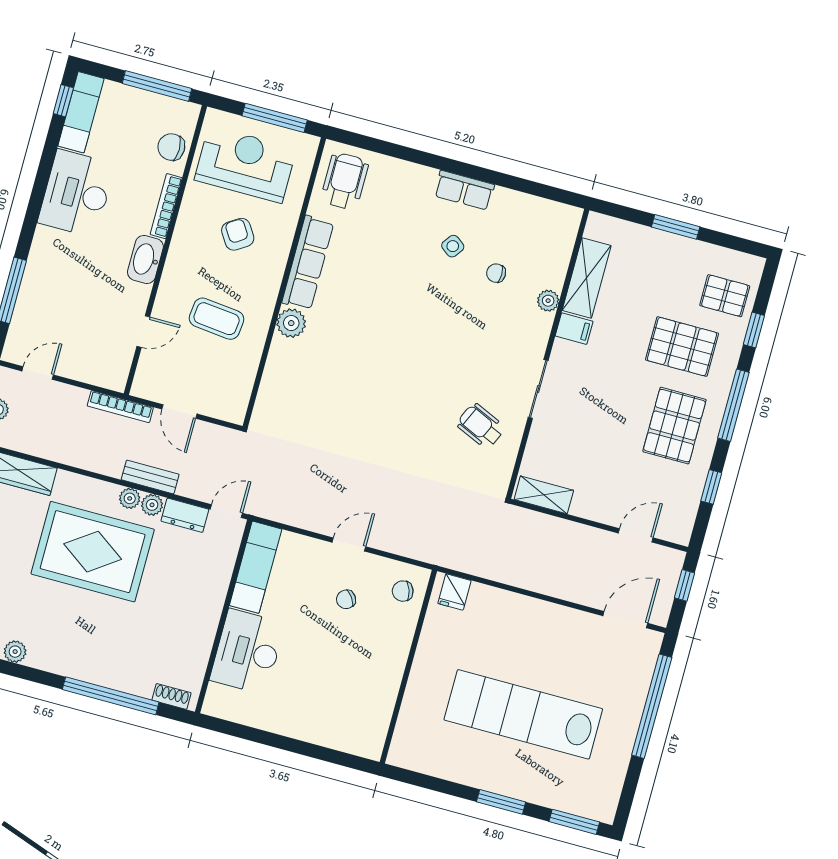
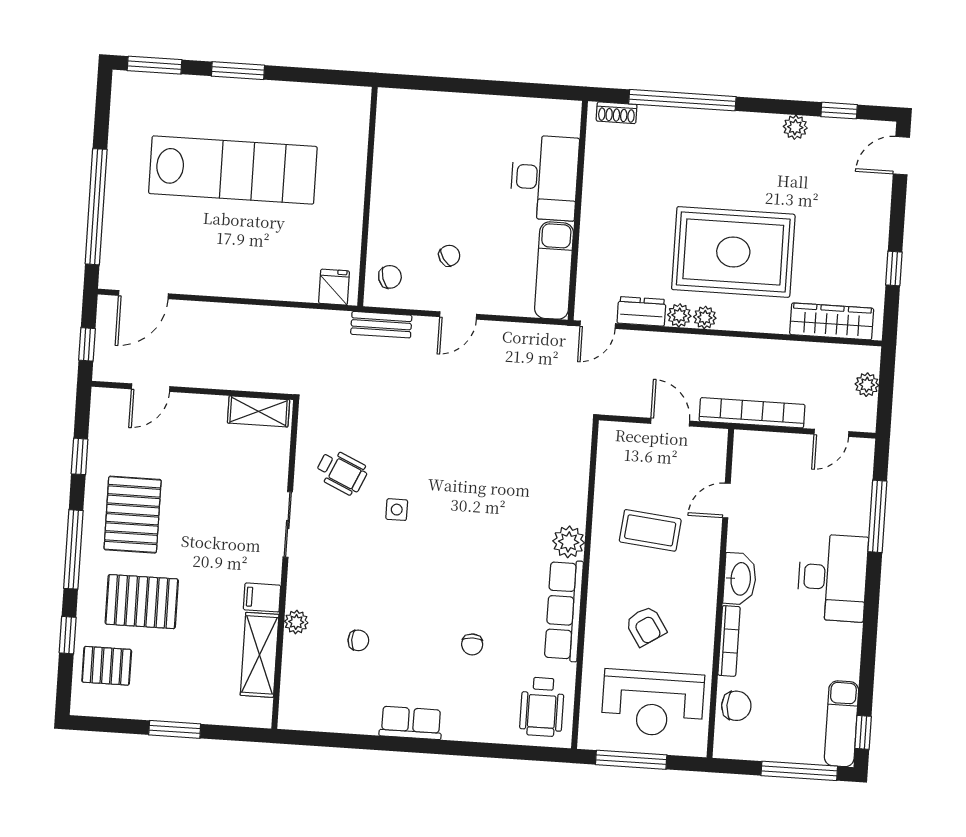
window: (157, 86) -> (799, 771), moved
desk: (76, 193) -> (833, 578), moved
side table: (453, 246) -> (397, 510), moved, turned -37
chair: (396, 249) -> (472, 644), added
bookcase: (120, 407) -> (752, 413), width x1.48, depth x1.31
bench: (150, 477) -> (381, 325), moved

